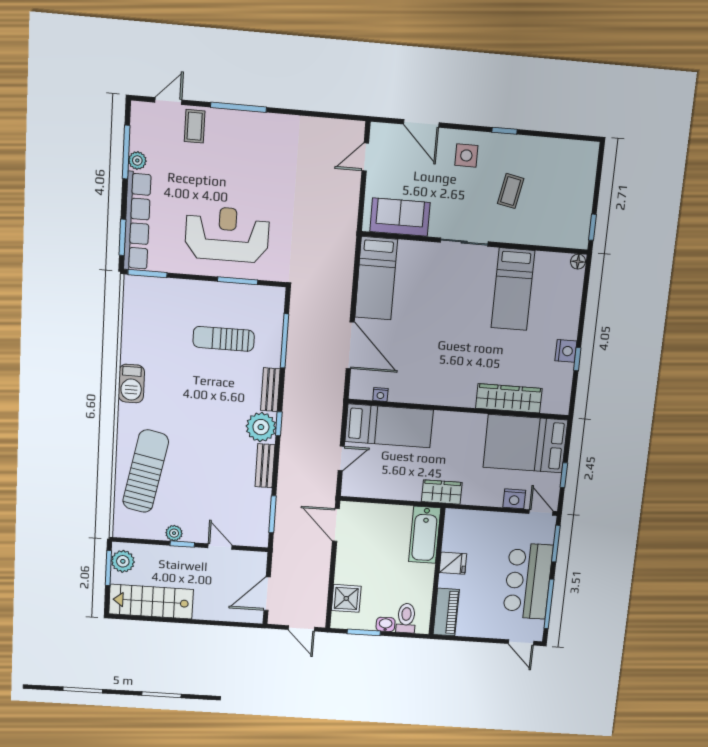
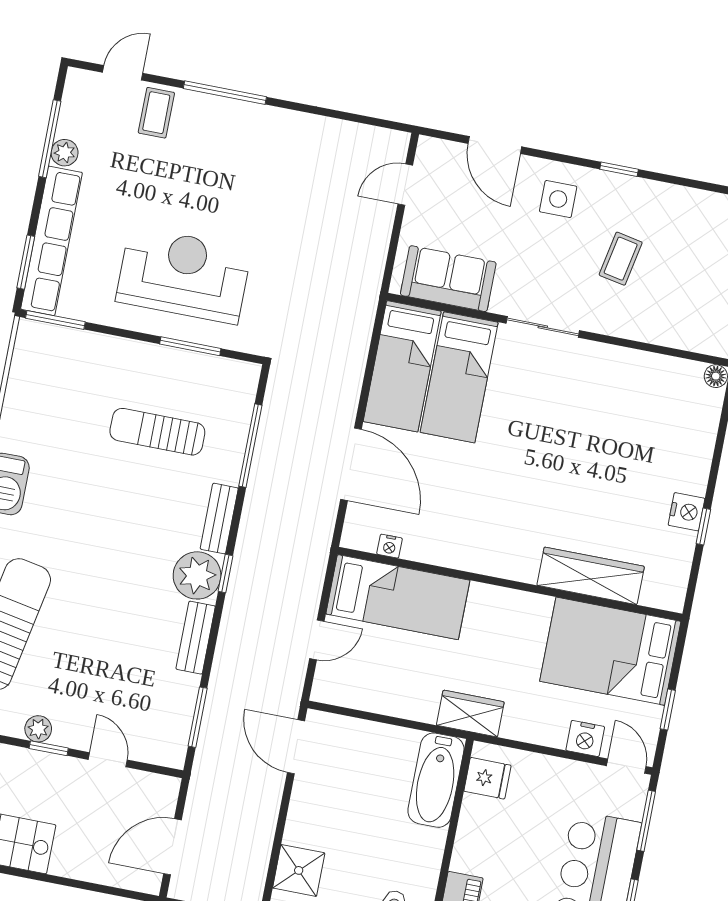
bed: (513, 289) -> (459, 377), moved
fridge: (453, 563) -> (487, 778), moved

